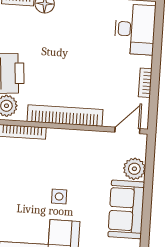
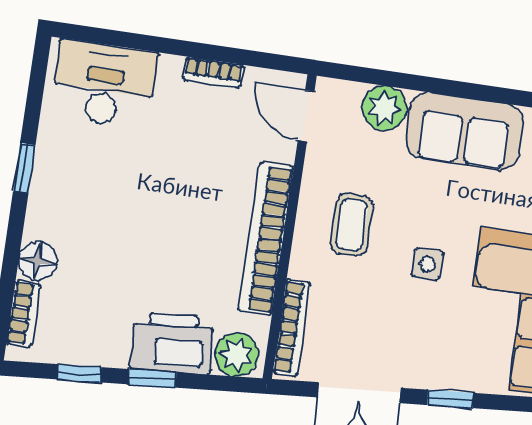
coffee table: (75, 157) -> (352, 225), added

